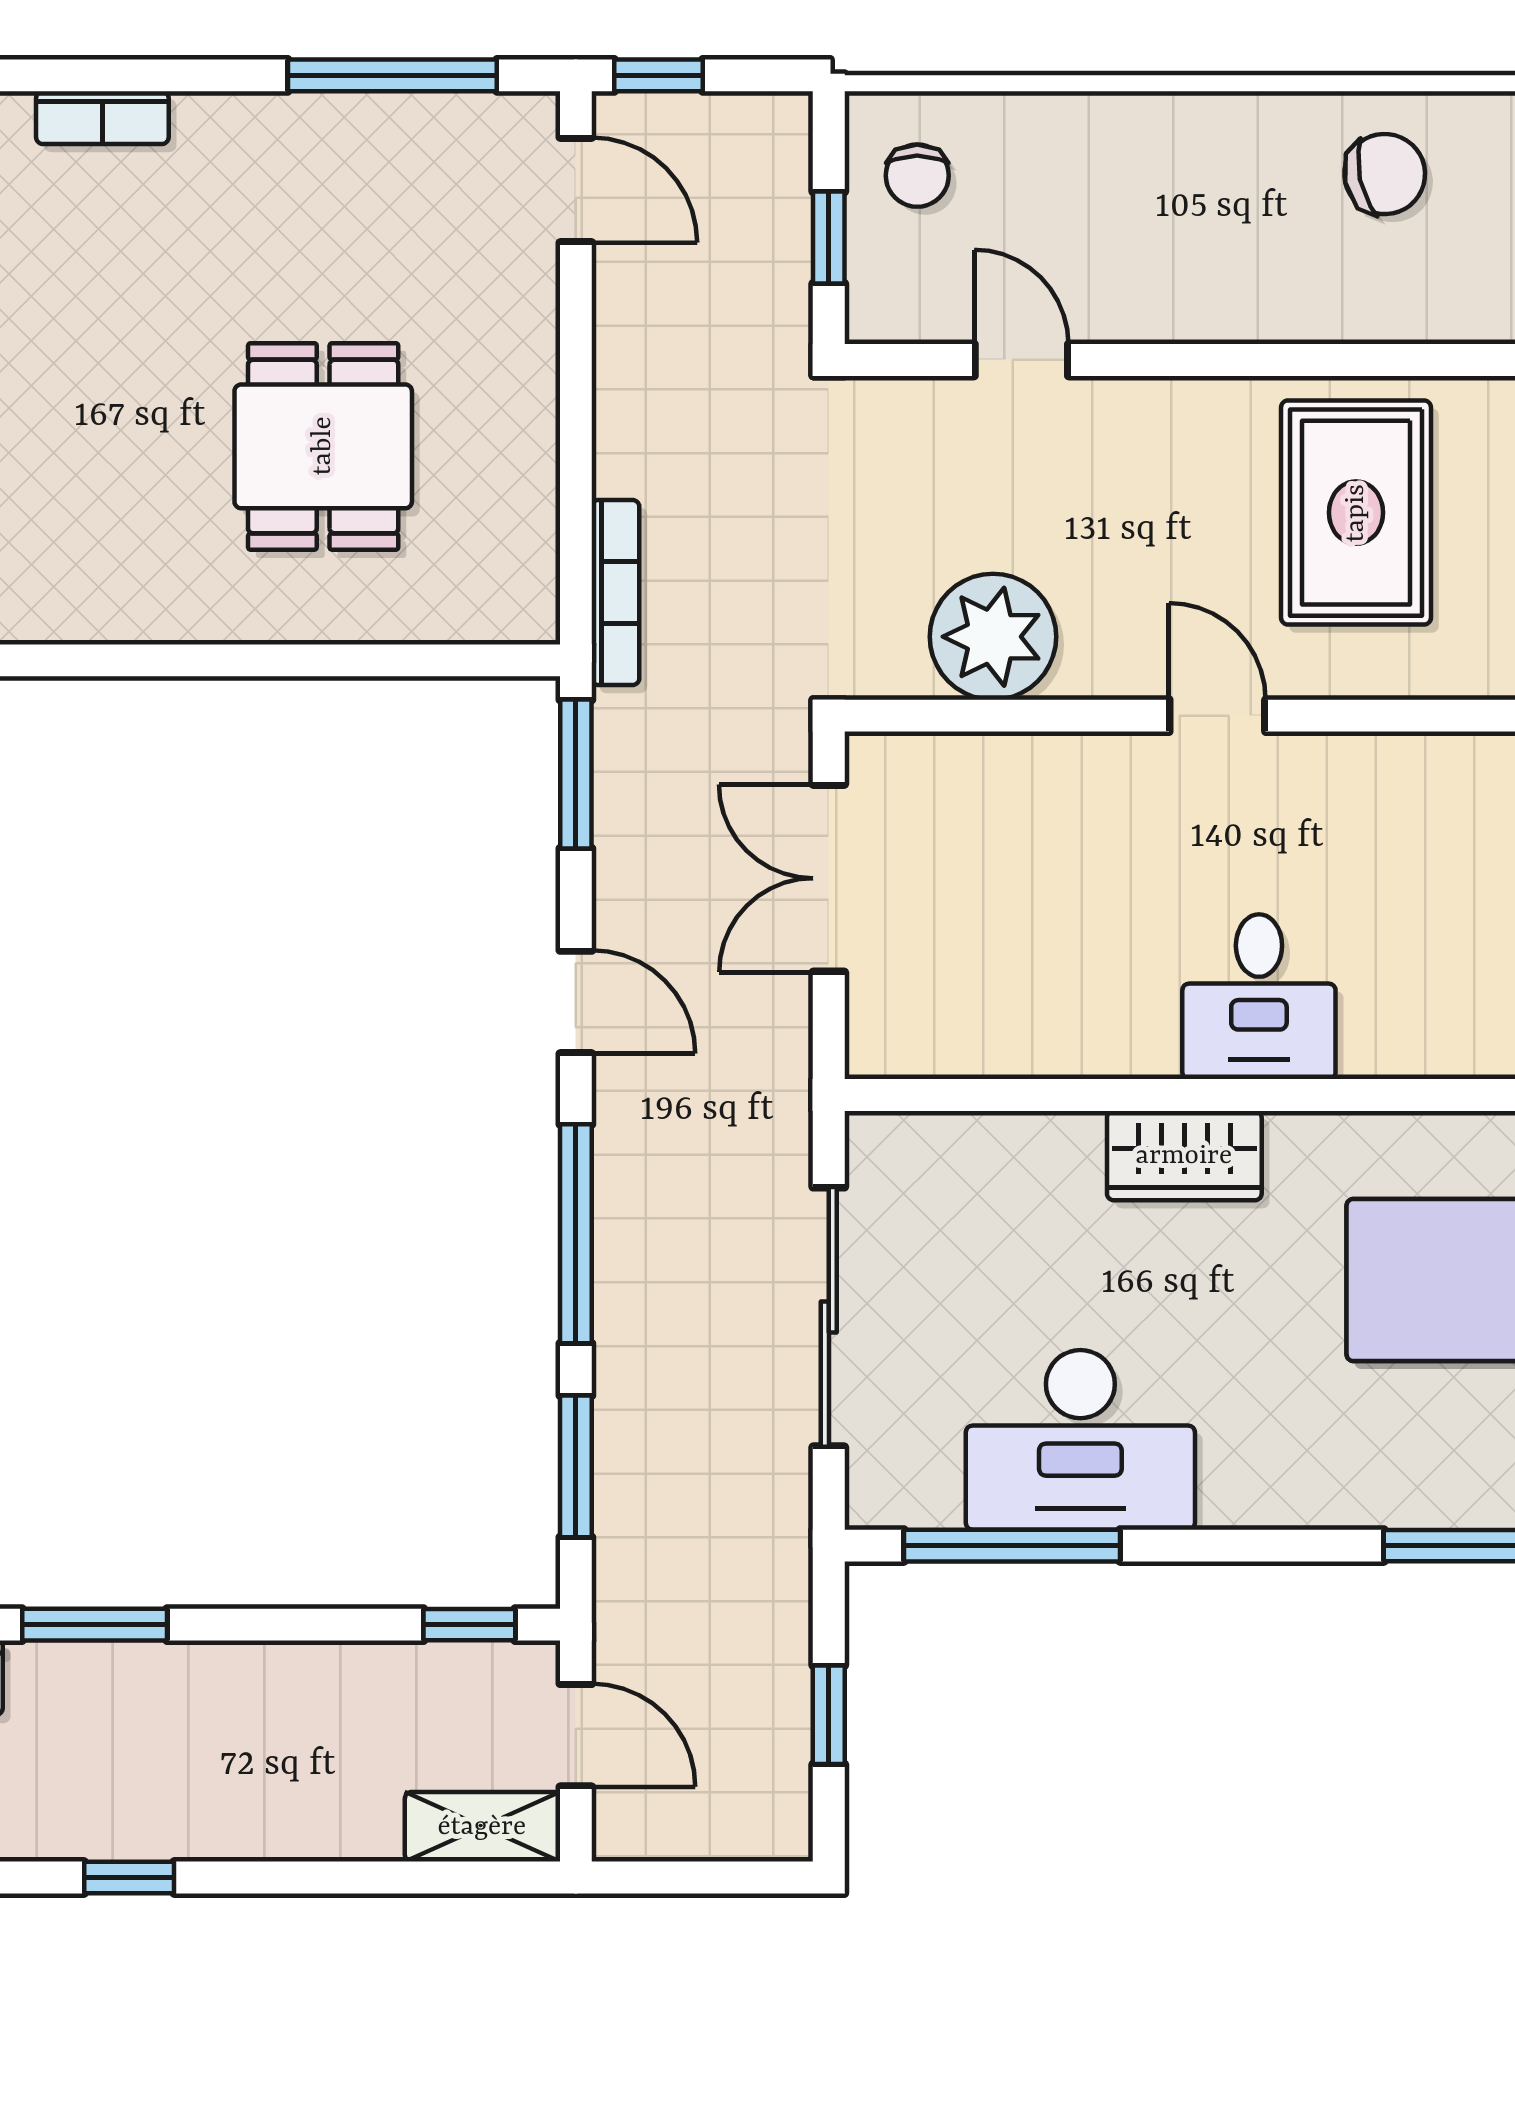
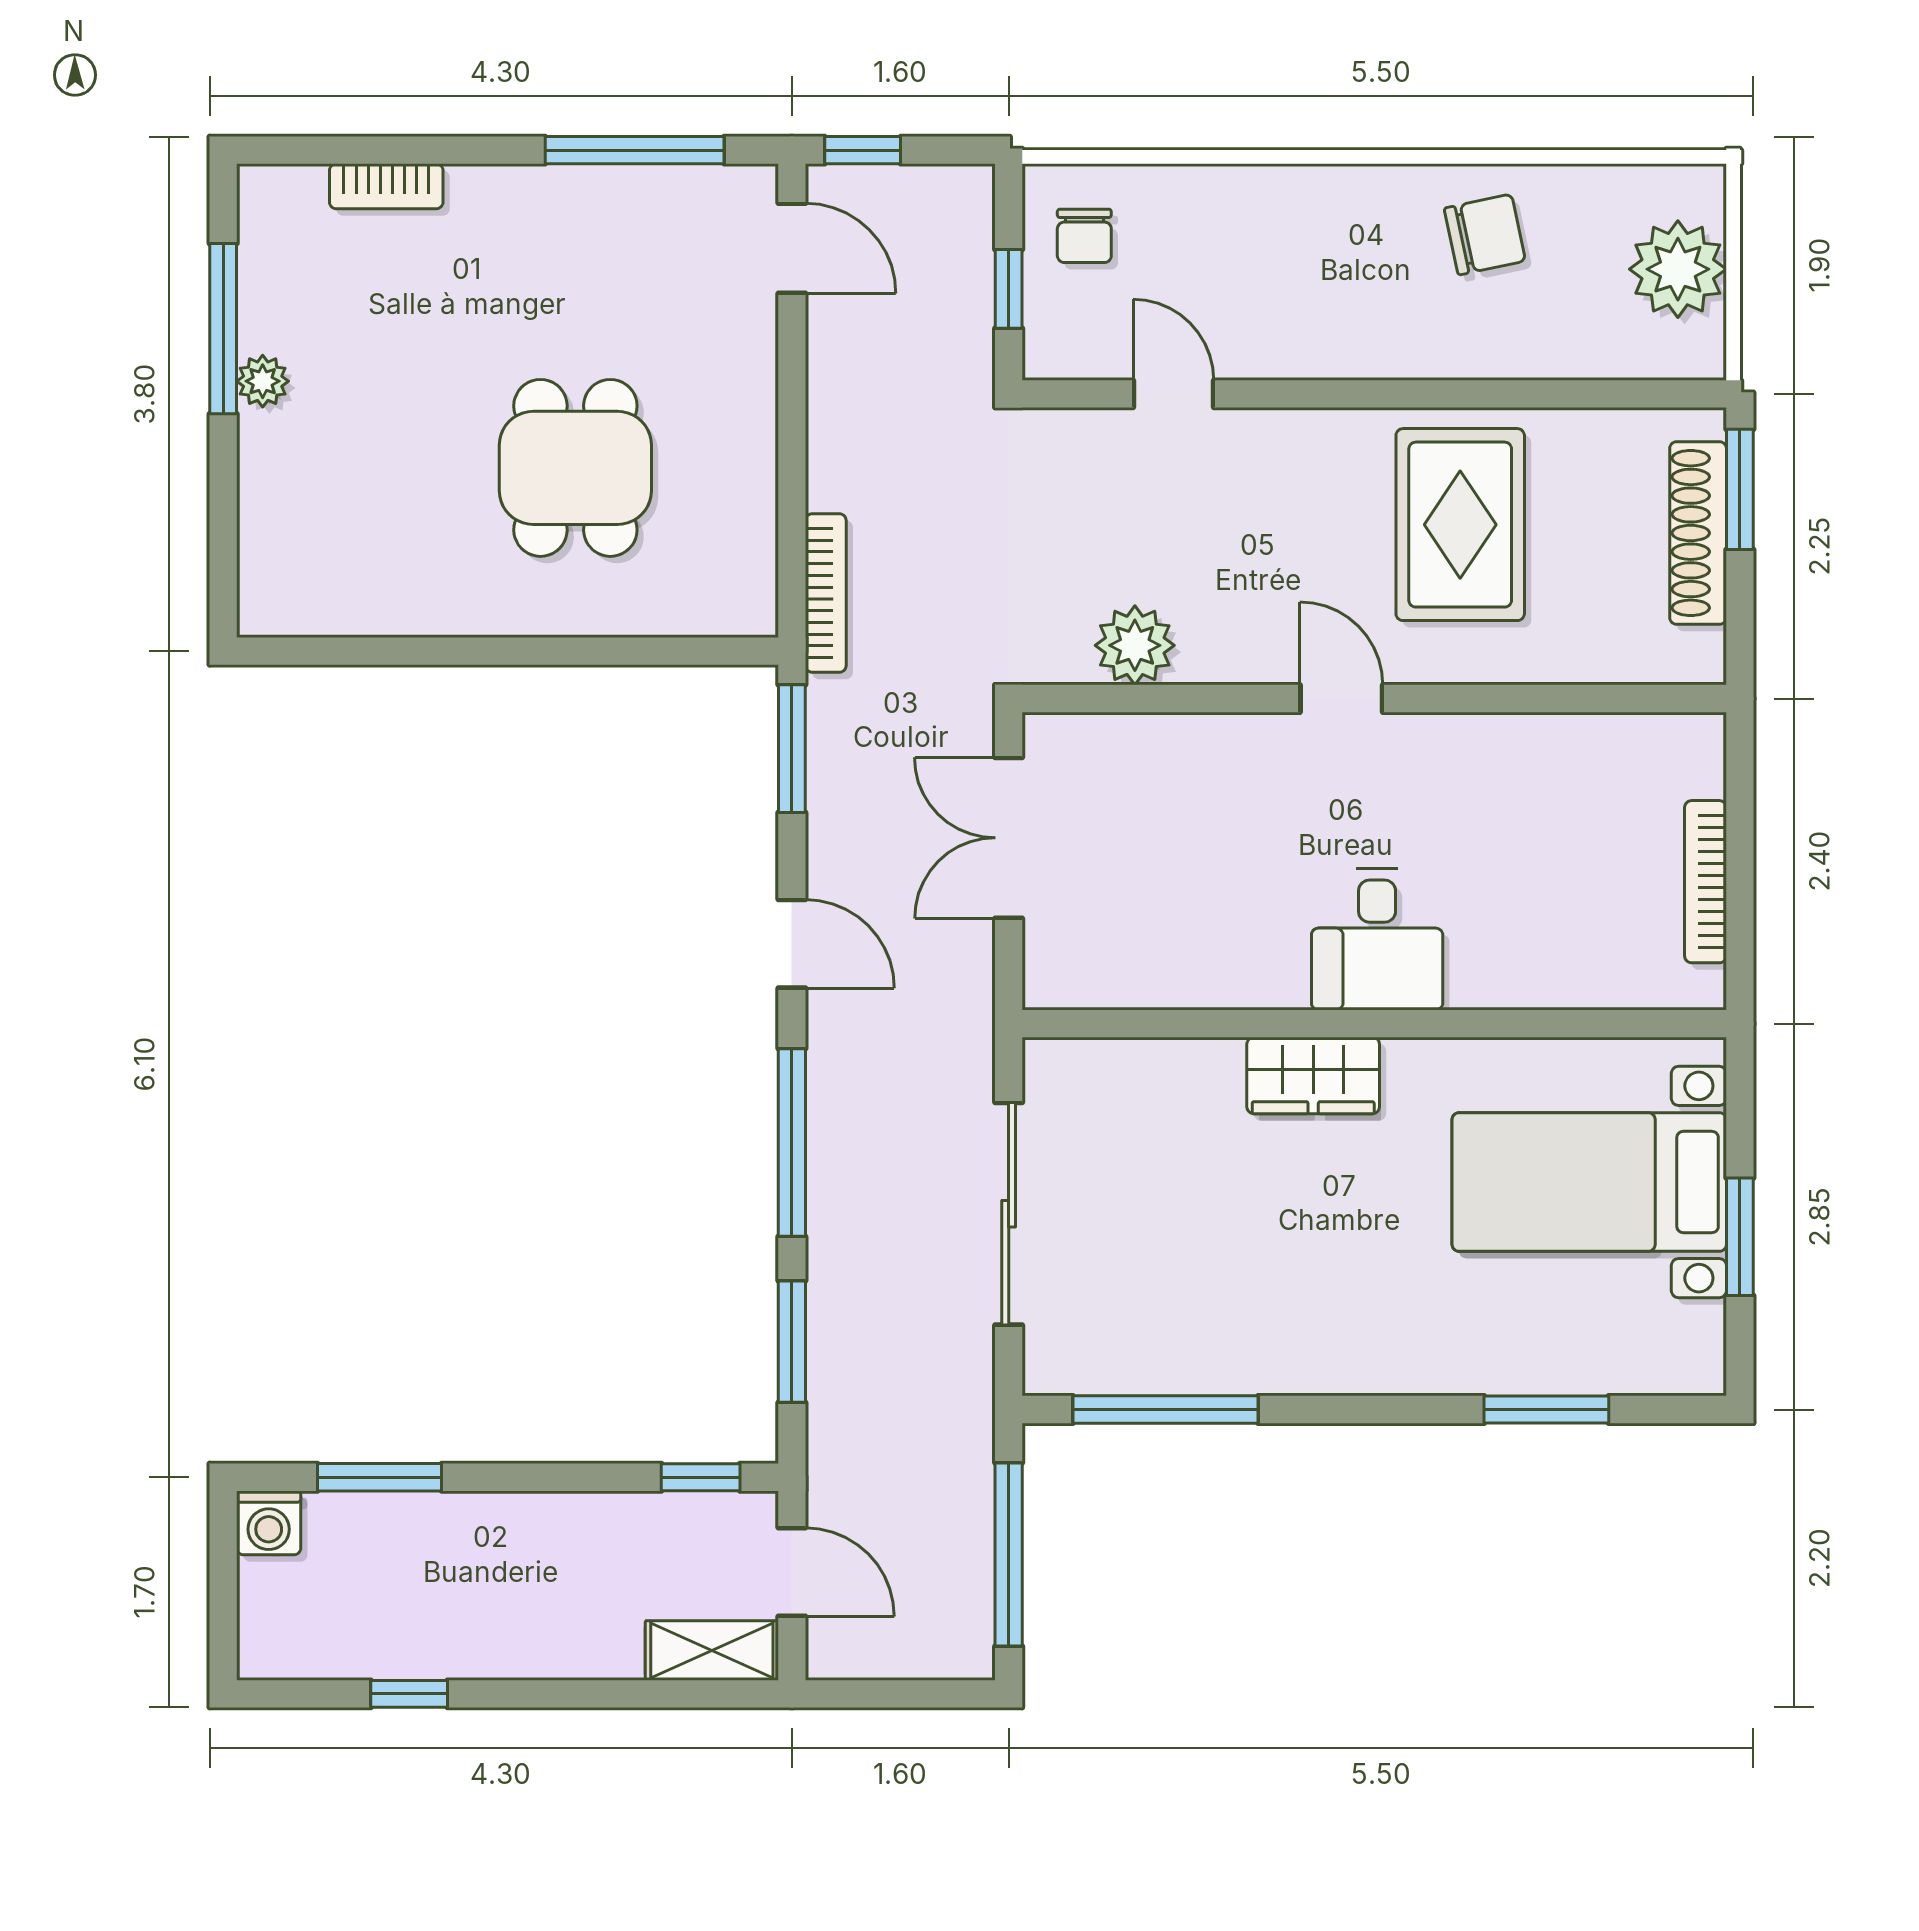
plant: (993, 637) -> (1135, 645), width x0.73, depth x0.73
desk: (1080, 1440) -> (1224, 1319), removed
window: (829, 1715) -> (1009, 1554), width x2.17

